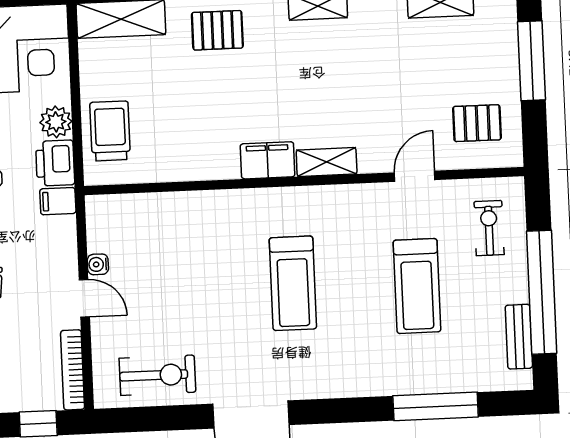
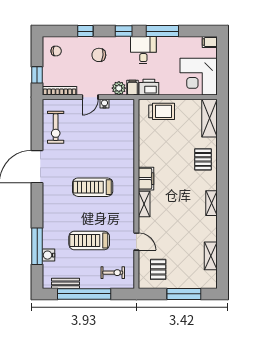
plant: (56, 122) -> (119, 88), moved
water cooler: (455, 379) -> (48, 255), added

